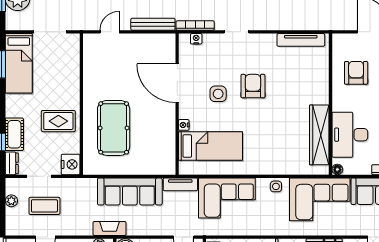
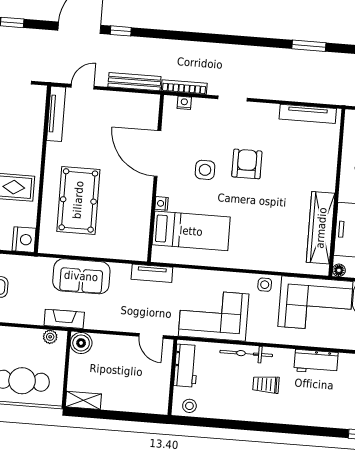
tv unit: (89, 57) -> (56, 114), added
sofa: (130, 192) -> (81, 276), width x0.73
corner sofa: (227, 198) -> (214, 315), moved, turned 180

